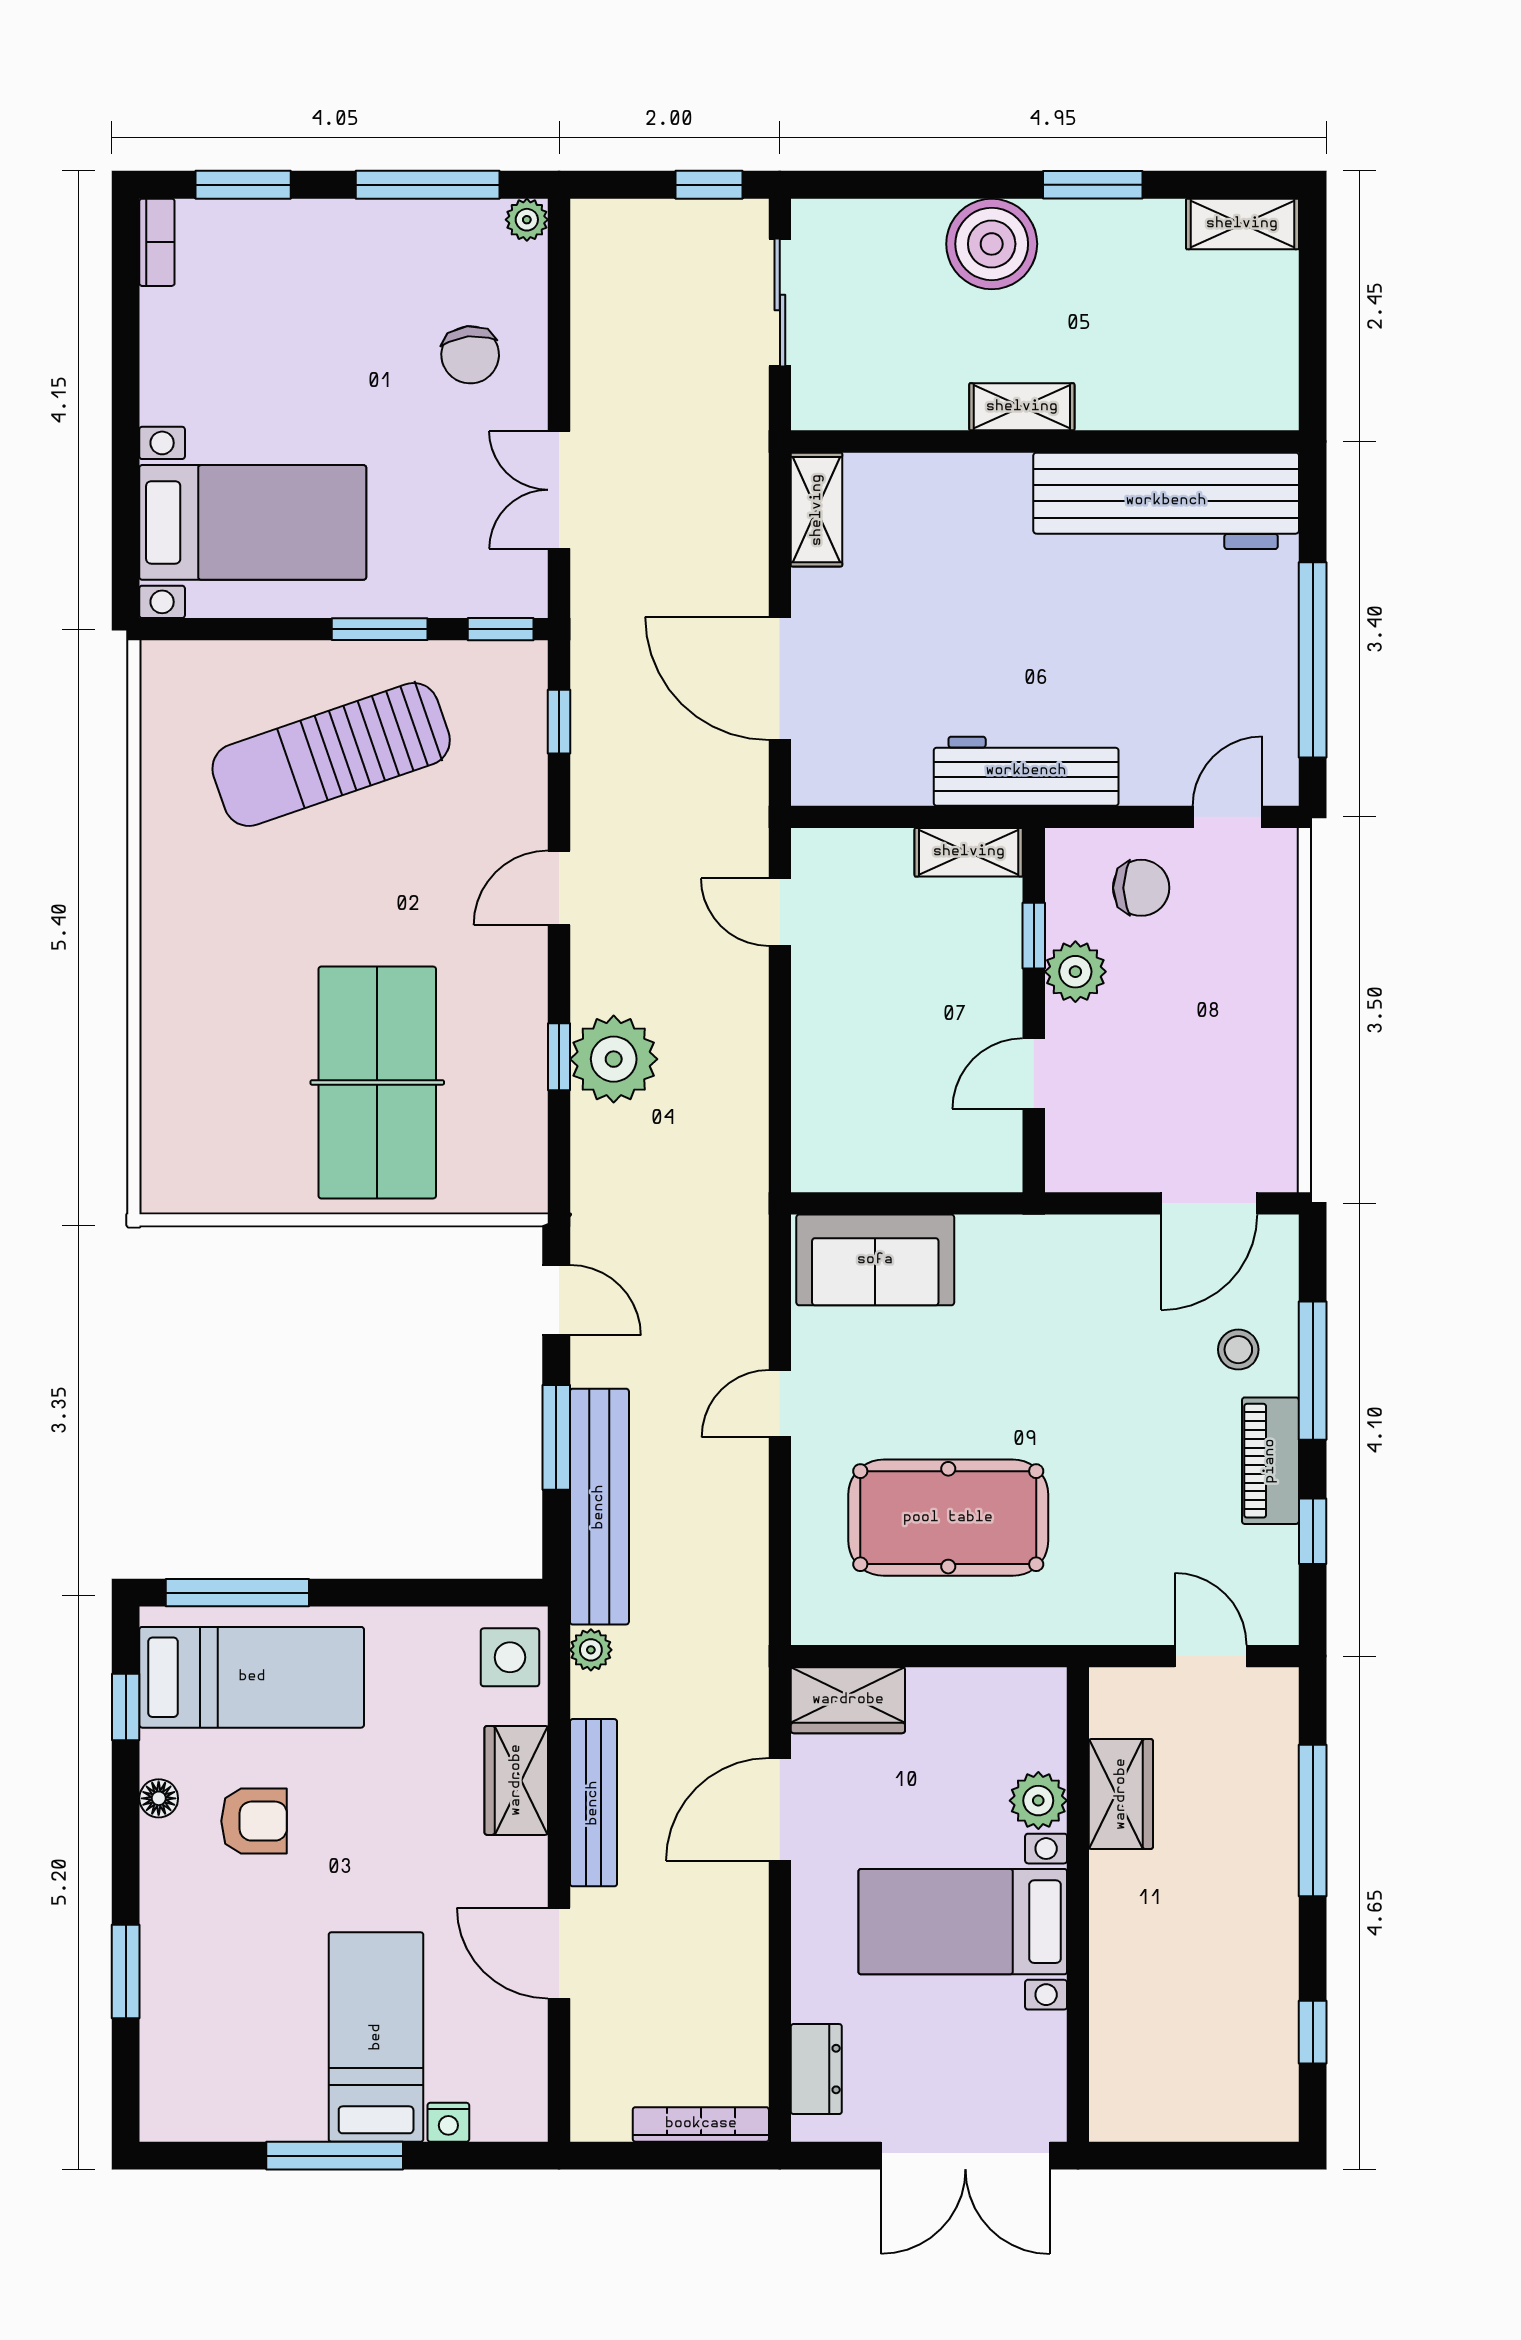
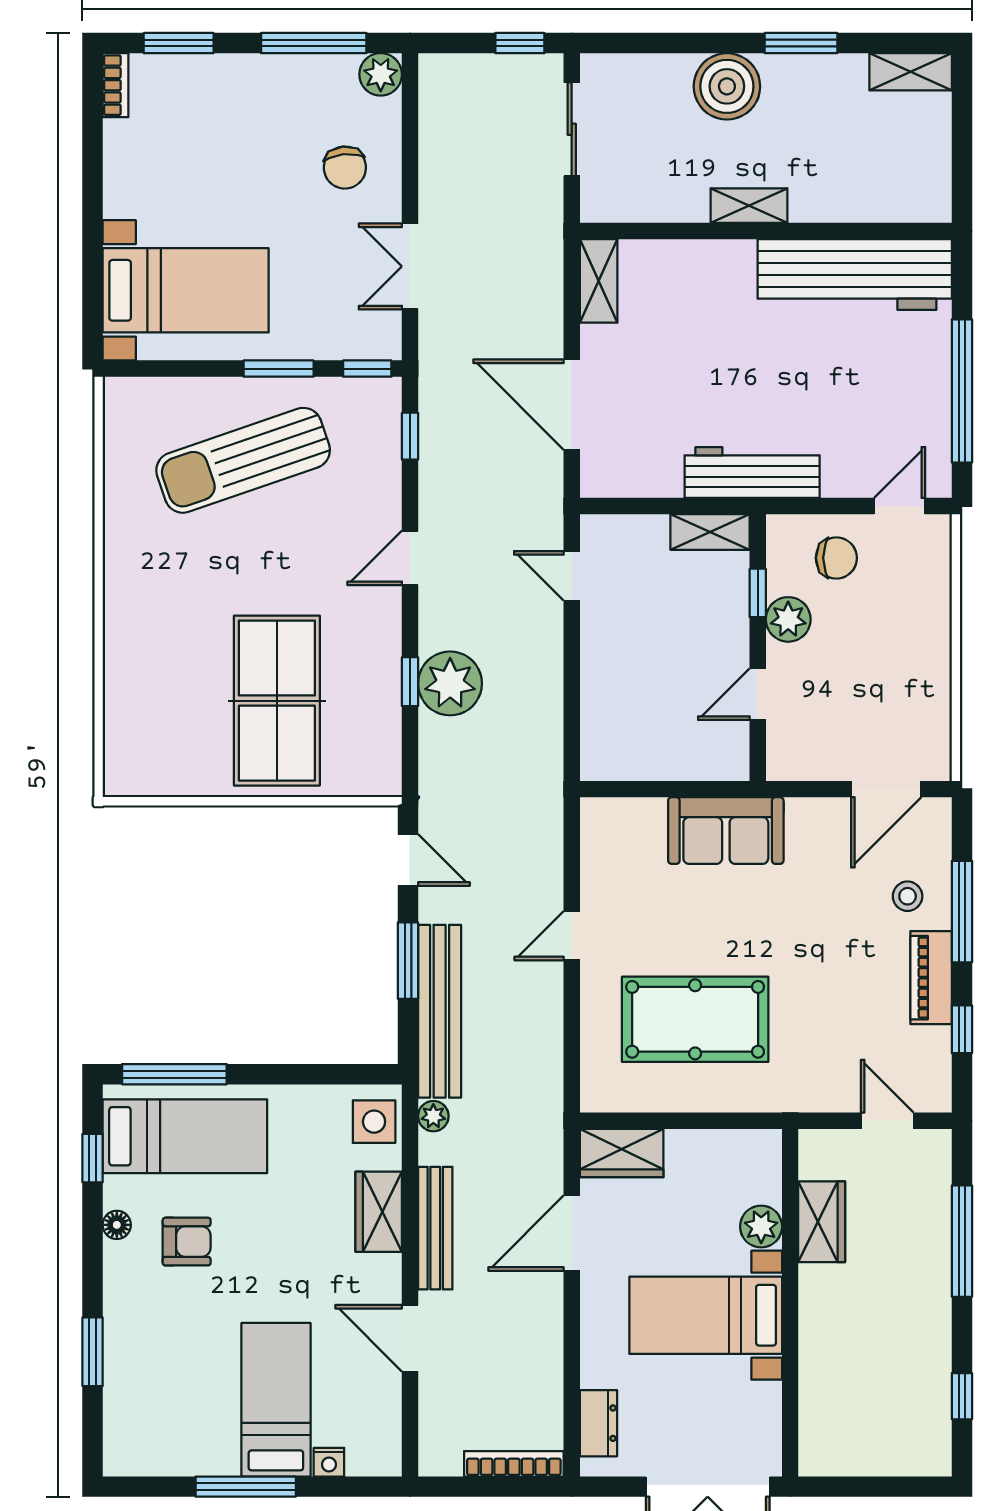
plant: (527, 220) -> (381, 74), width x1.38, depth x1.38
sofa: (875, 1260) -> (726, 831), moved

